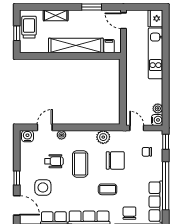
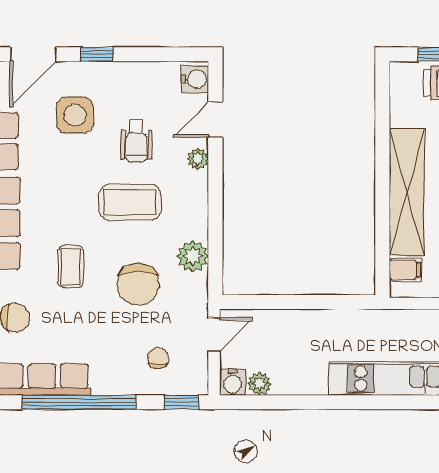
door: (45, 127) -> (215, 120), swing flipped

